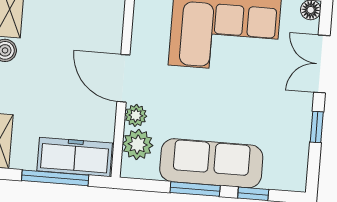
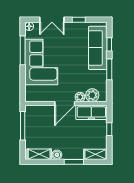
freezer: (75, 157) -> (91, 112), moved, turned -90
sofa: (211, 163) -> (98, 48), moved
window: (55, 178) -> (109, 129), width x0.46

